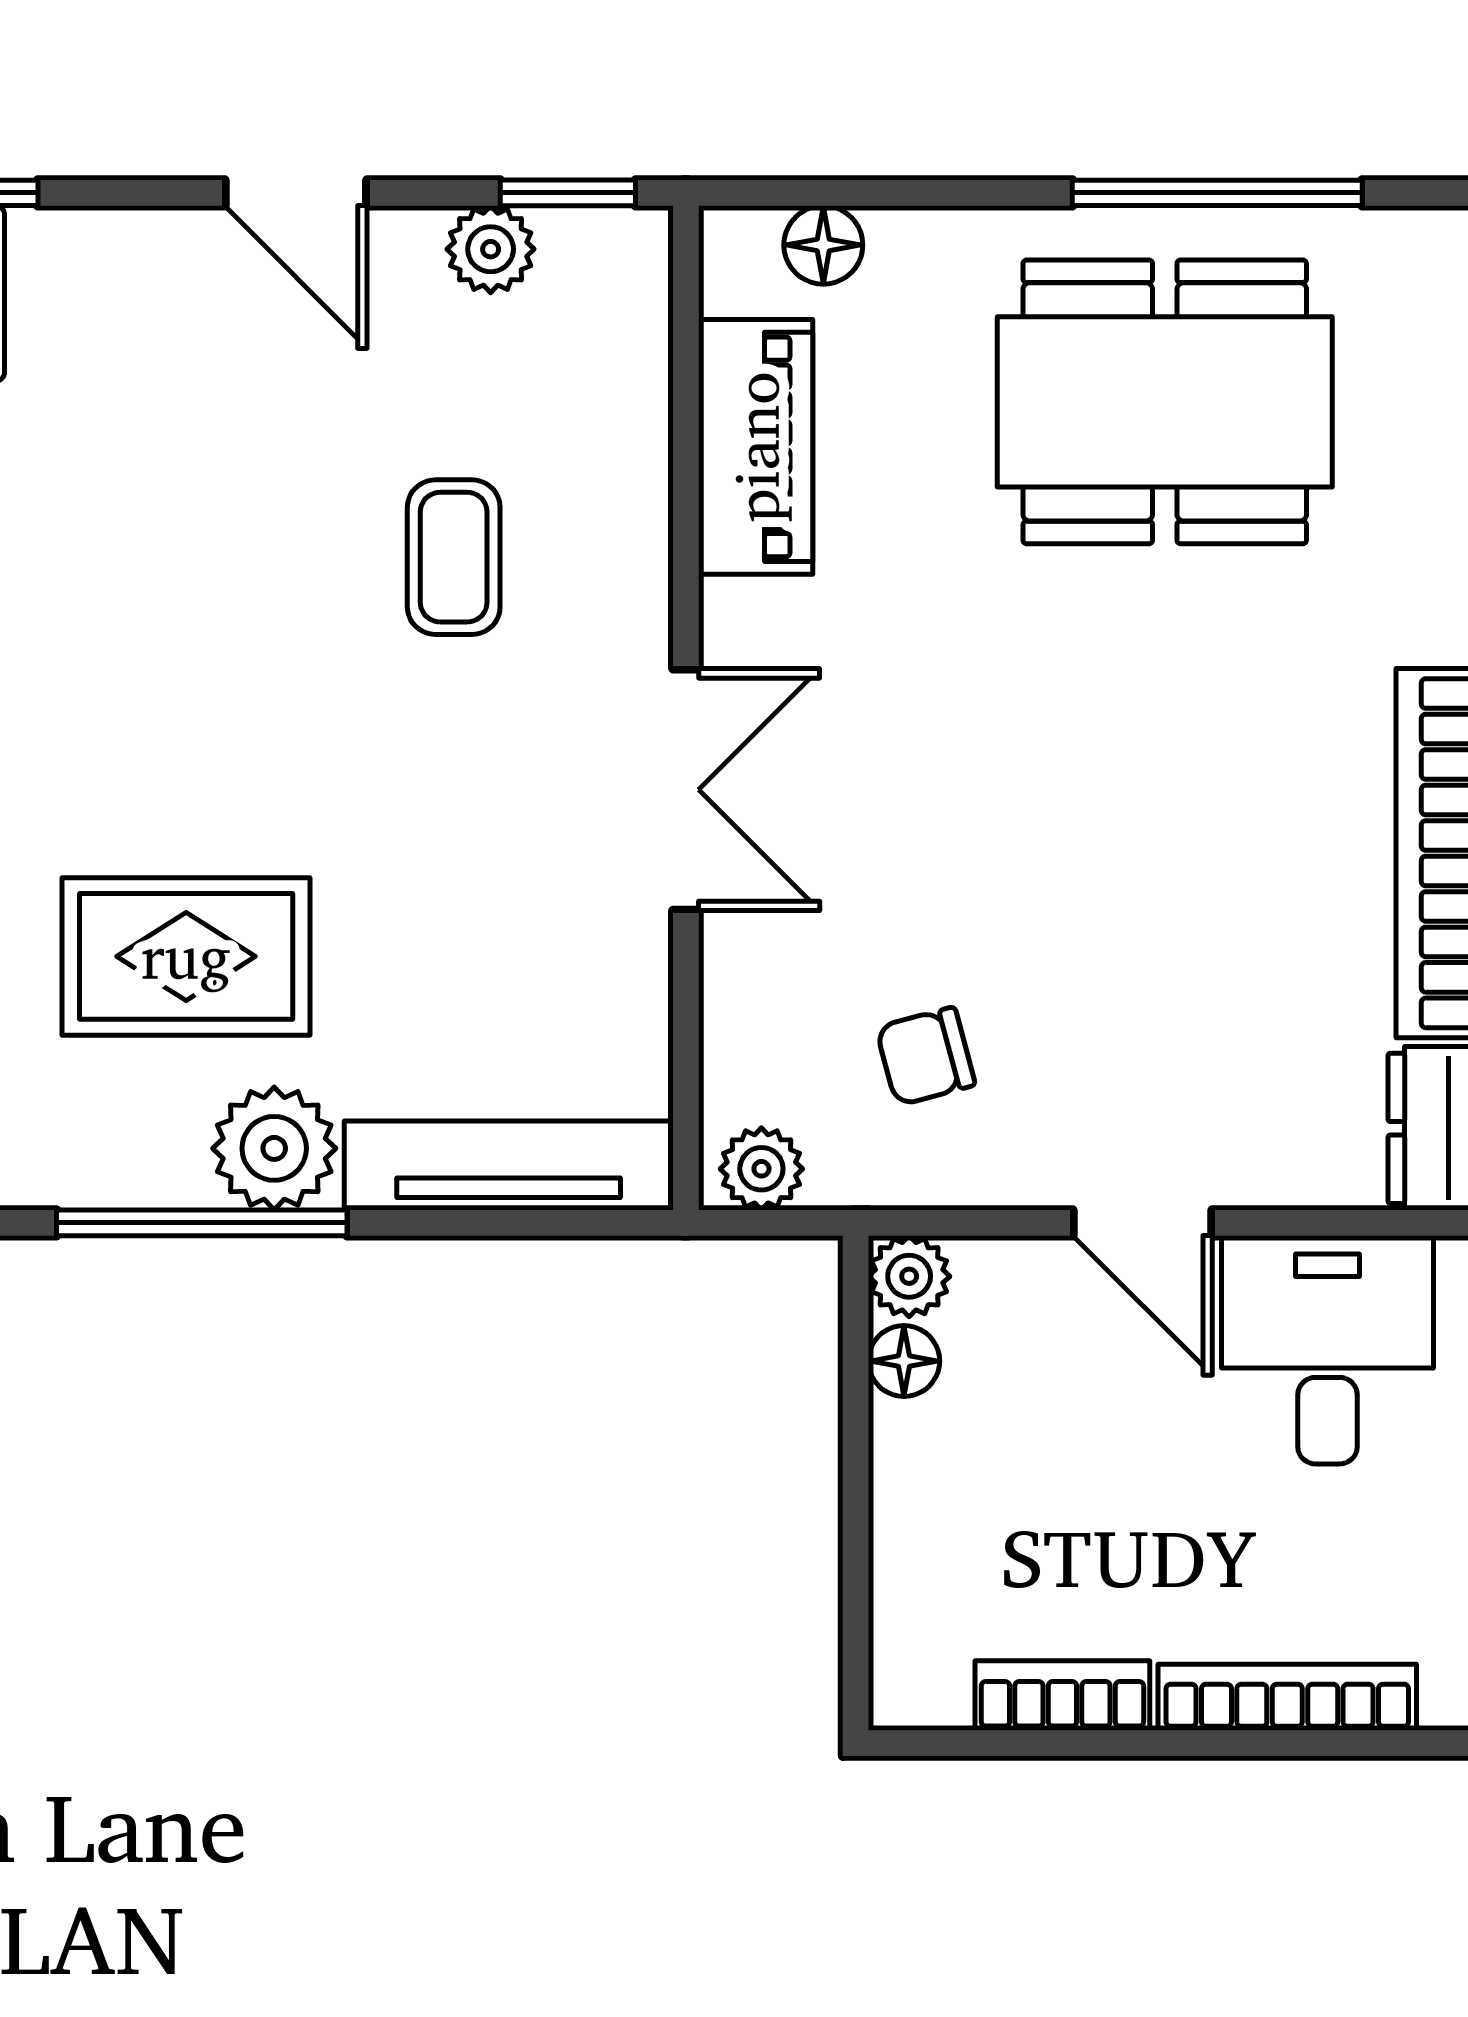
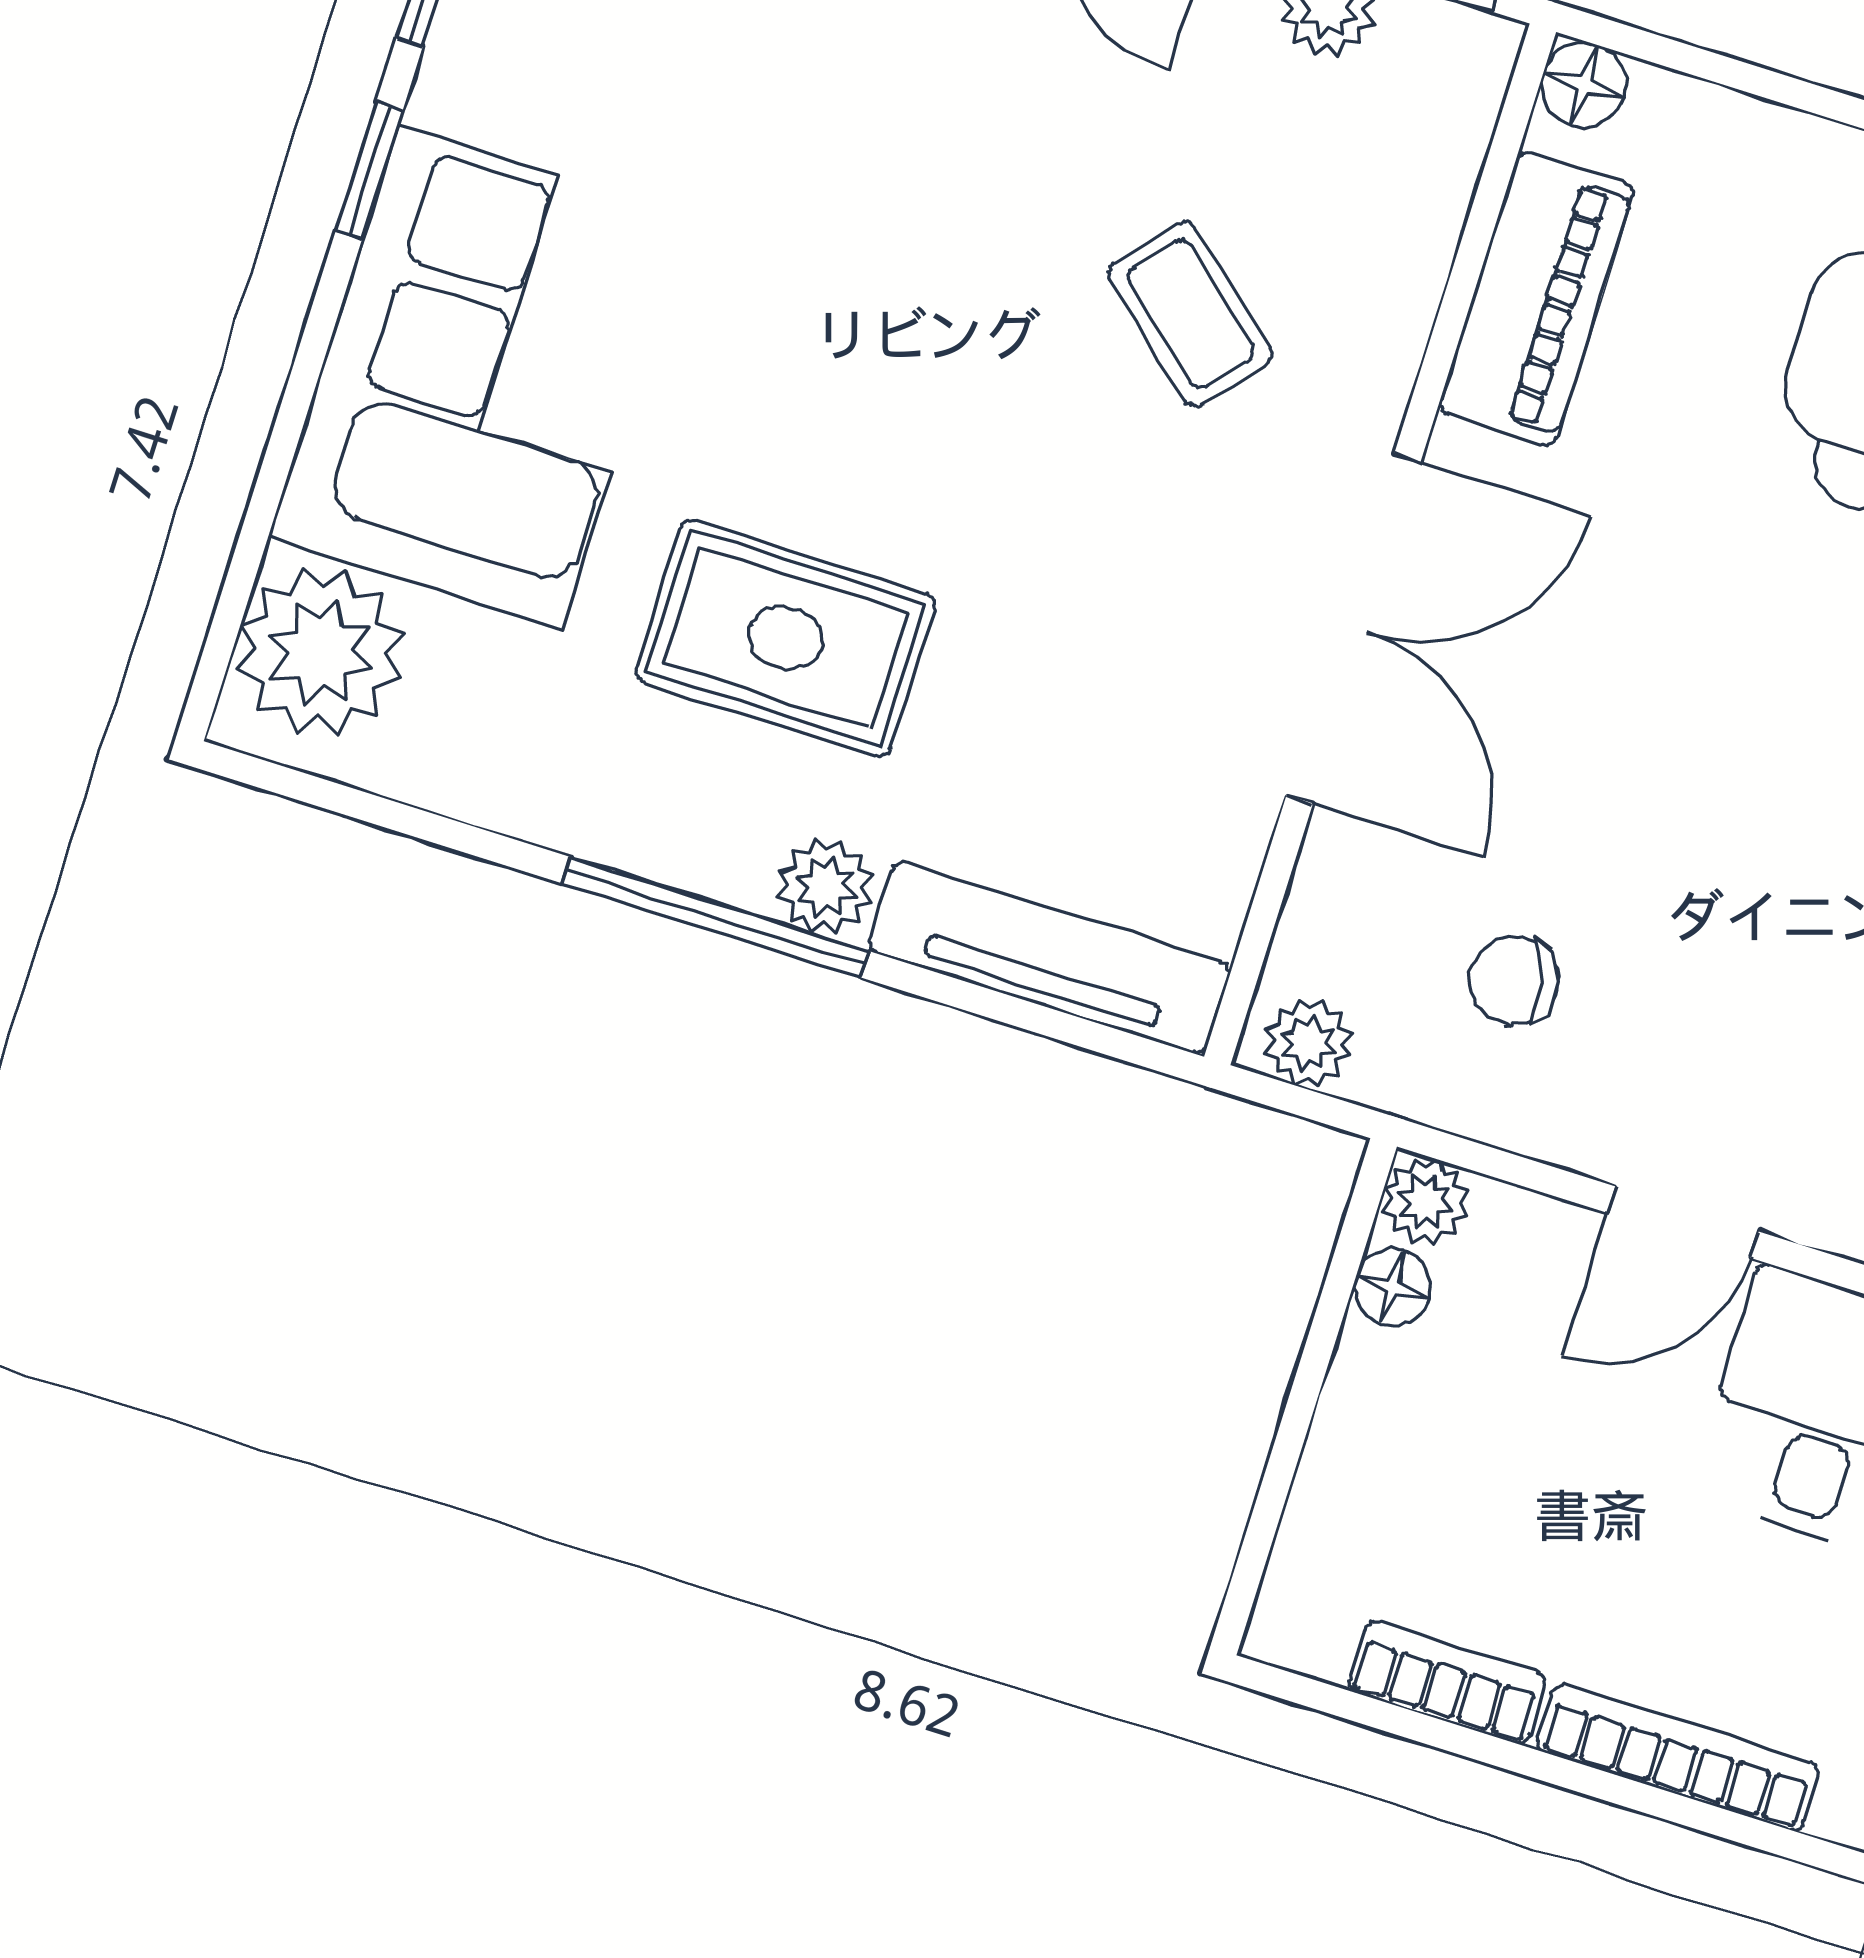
floor lamp: (823, 245) -> (1584, 85), moved
coffee table: (454, 557) -> (1190, 314), turned -49
double door: (686, 790) -> (1354, 628), width x1.37
plant: (274, 1148) -> (826, 887), width x0.73, depth x0.73
door: (1143, 1223) -> (1683, 1222), hinge flipped

